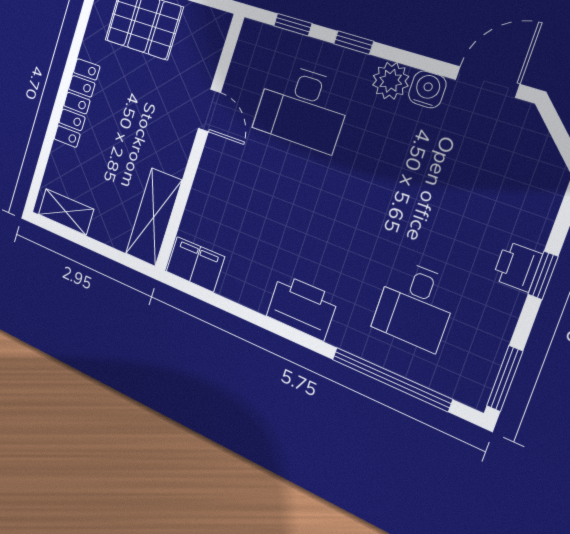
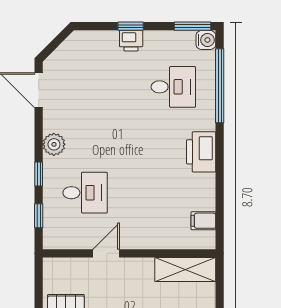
water cooler: (427, 89) -> (206, 40), moved, turned 180
desk: (302, 107) -> (85, 193), width x0.73
filing cabinet: (195, 264) -> (203, 221), width x0.50

